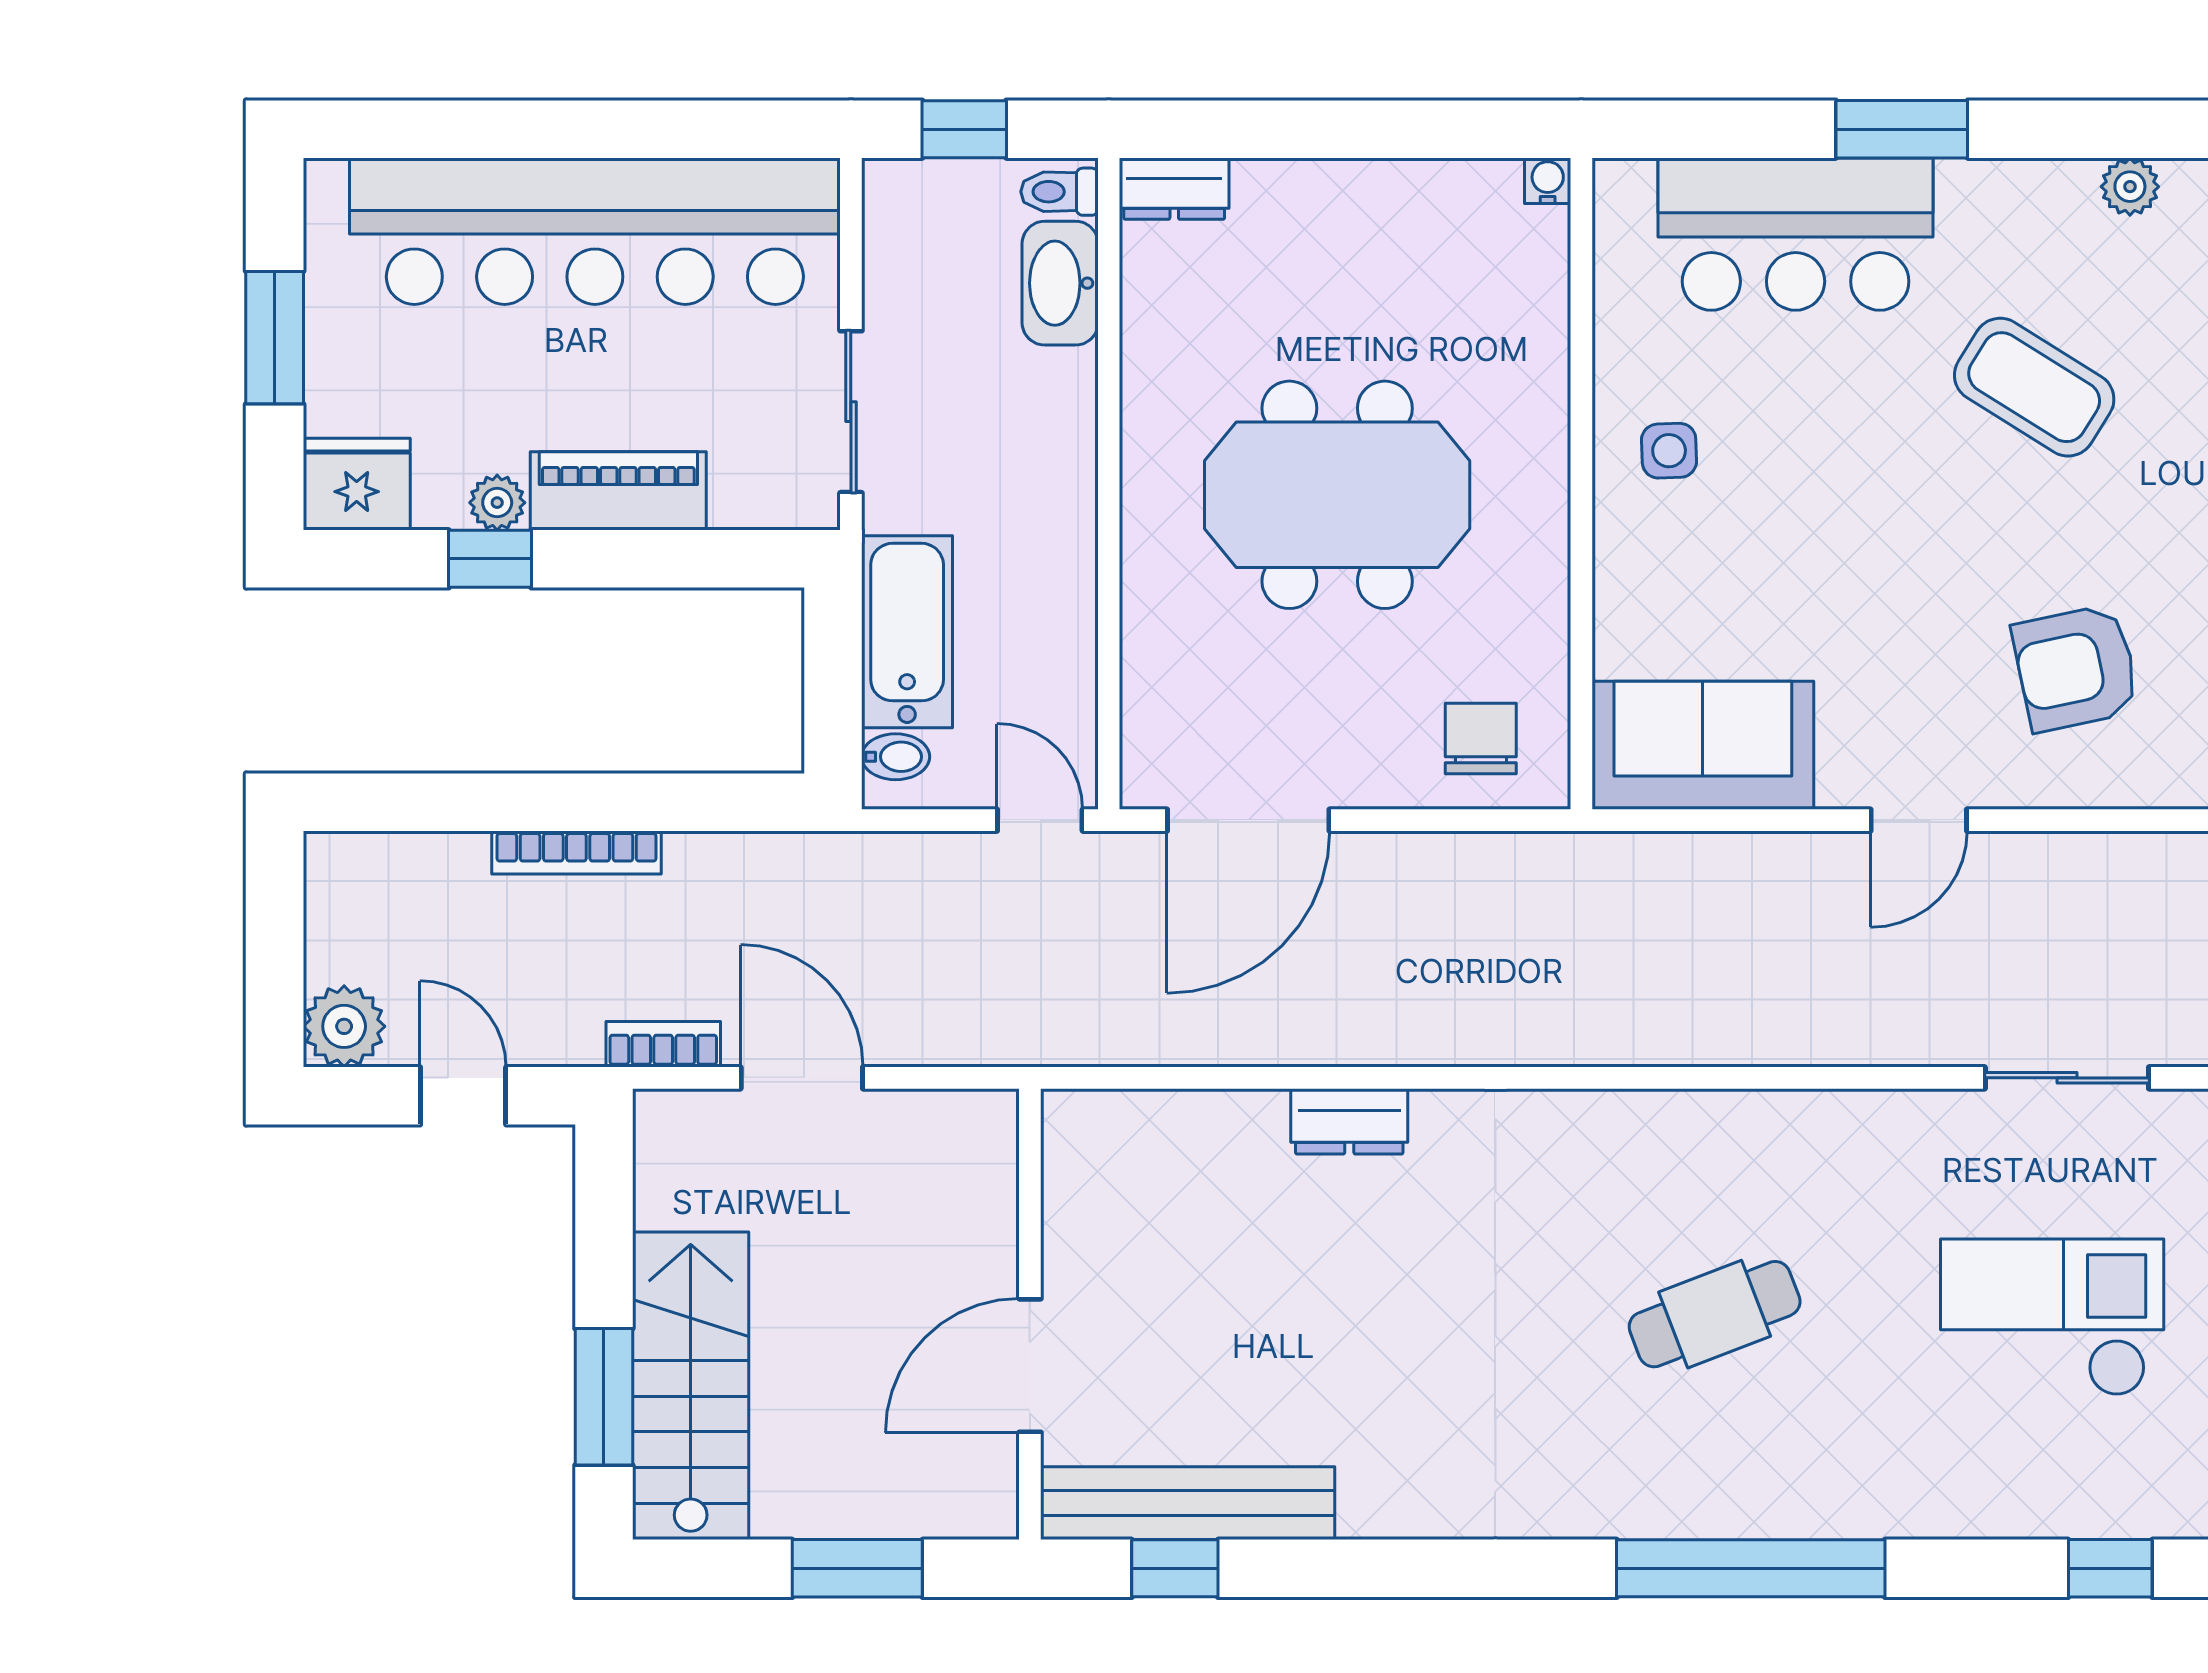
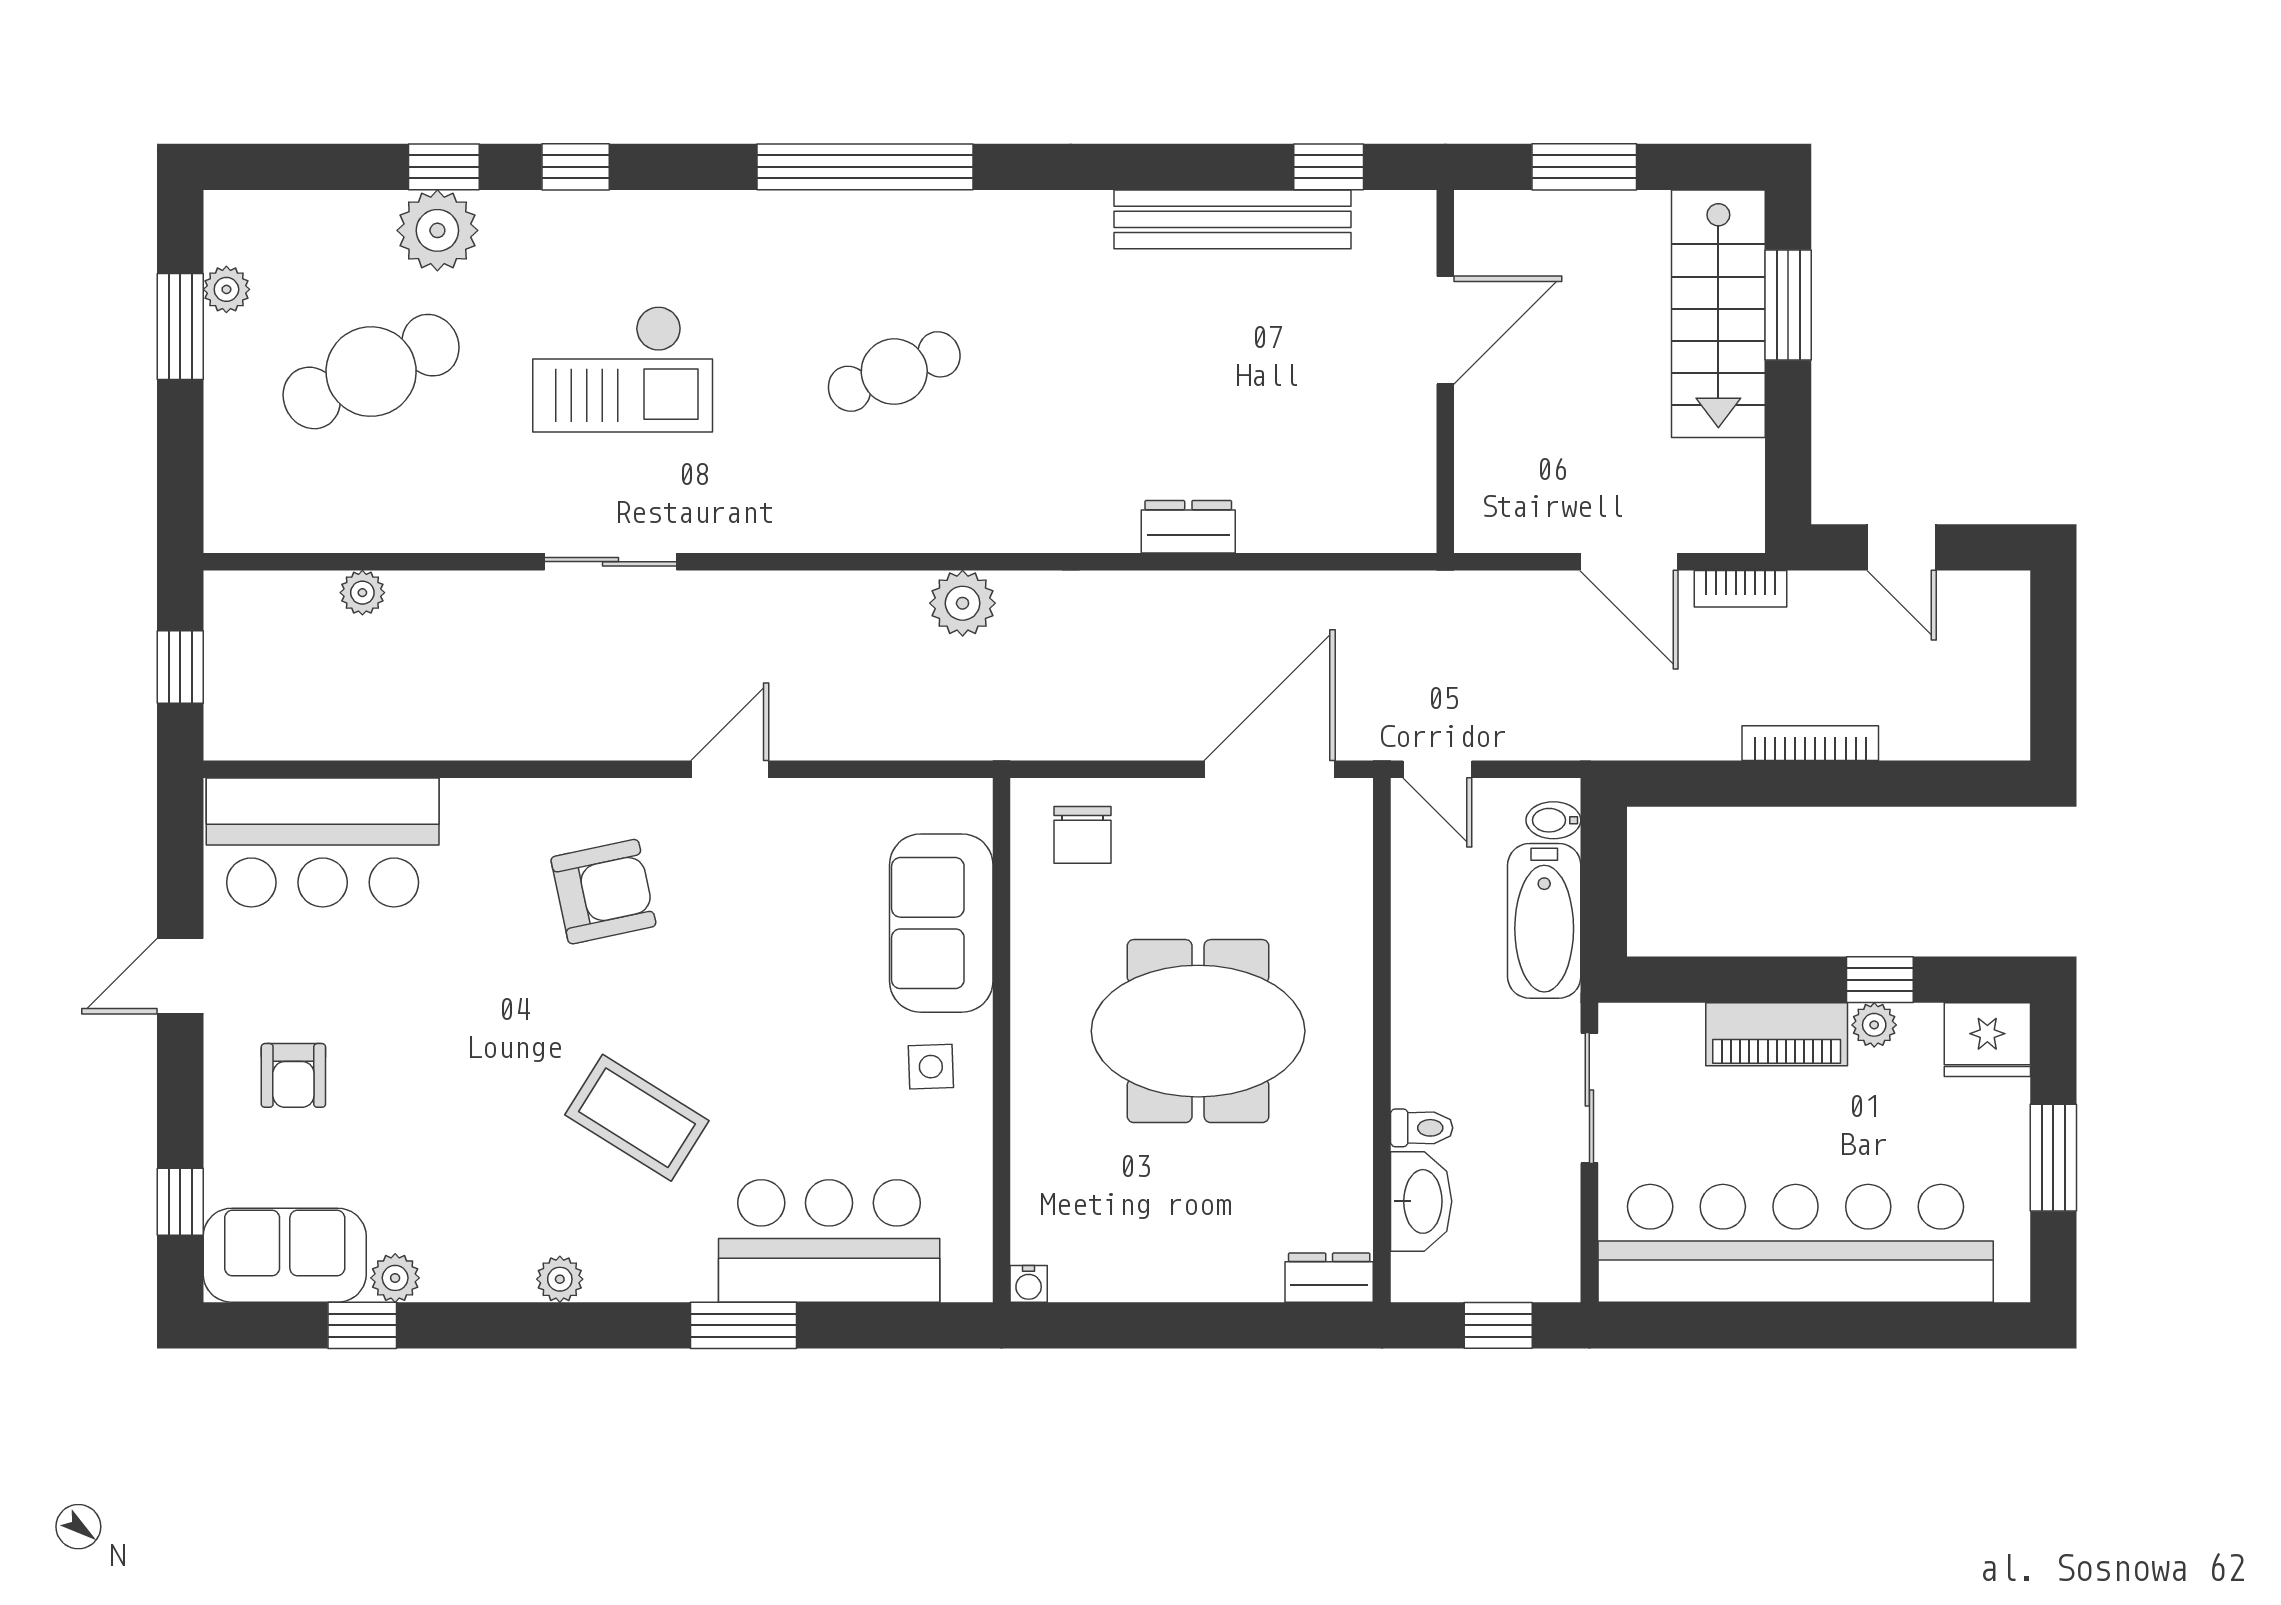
toilet: (1059, 192) -> (1422, 1128), moved
sofa: (1703, 745) -> (941, 923), moved, turned 90
plant: (344, 1026) -> (963, 603), moved
bench: (1188, 1503) -> (1233, 219), moved

